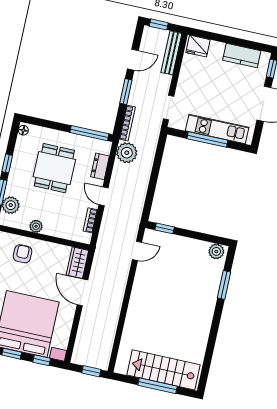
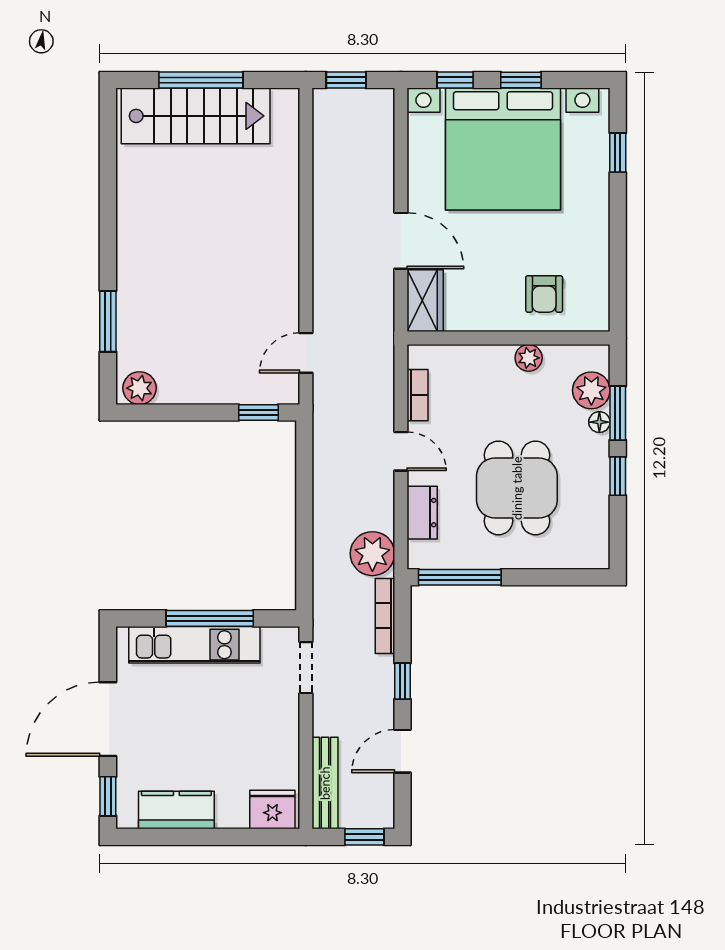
window: (126, 92) -> (402, 681), width x0.67
floor lamp: (23, 130) -> (599, 422), moved

